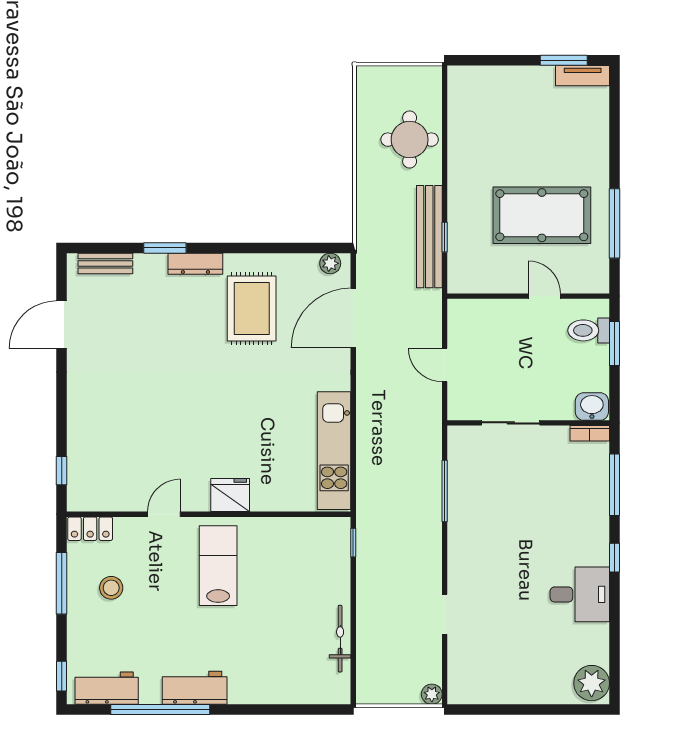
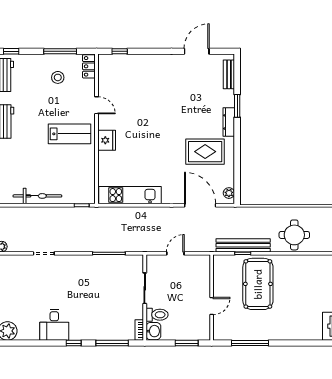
pool table: (542, 215) -> (258, 284), moved
door: (62, 325) -> (197, 51), hinge flipped
toilet: (589, 330) -> (157, 315), moved, turned 90
bicycle: (340, 639) -> (37, 196), width x1.37, depth x1.40

